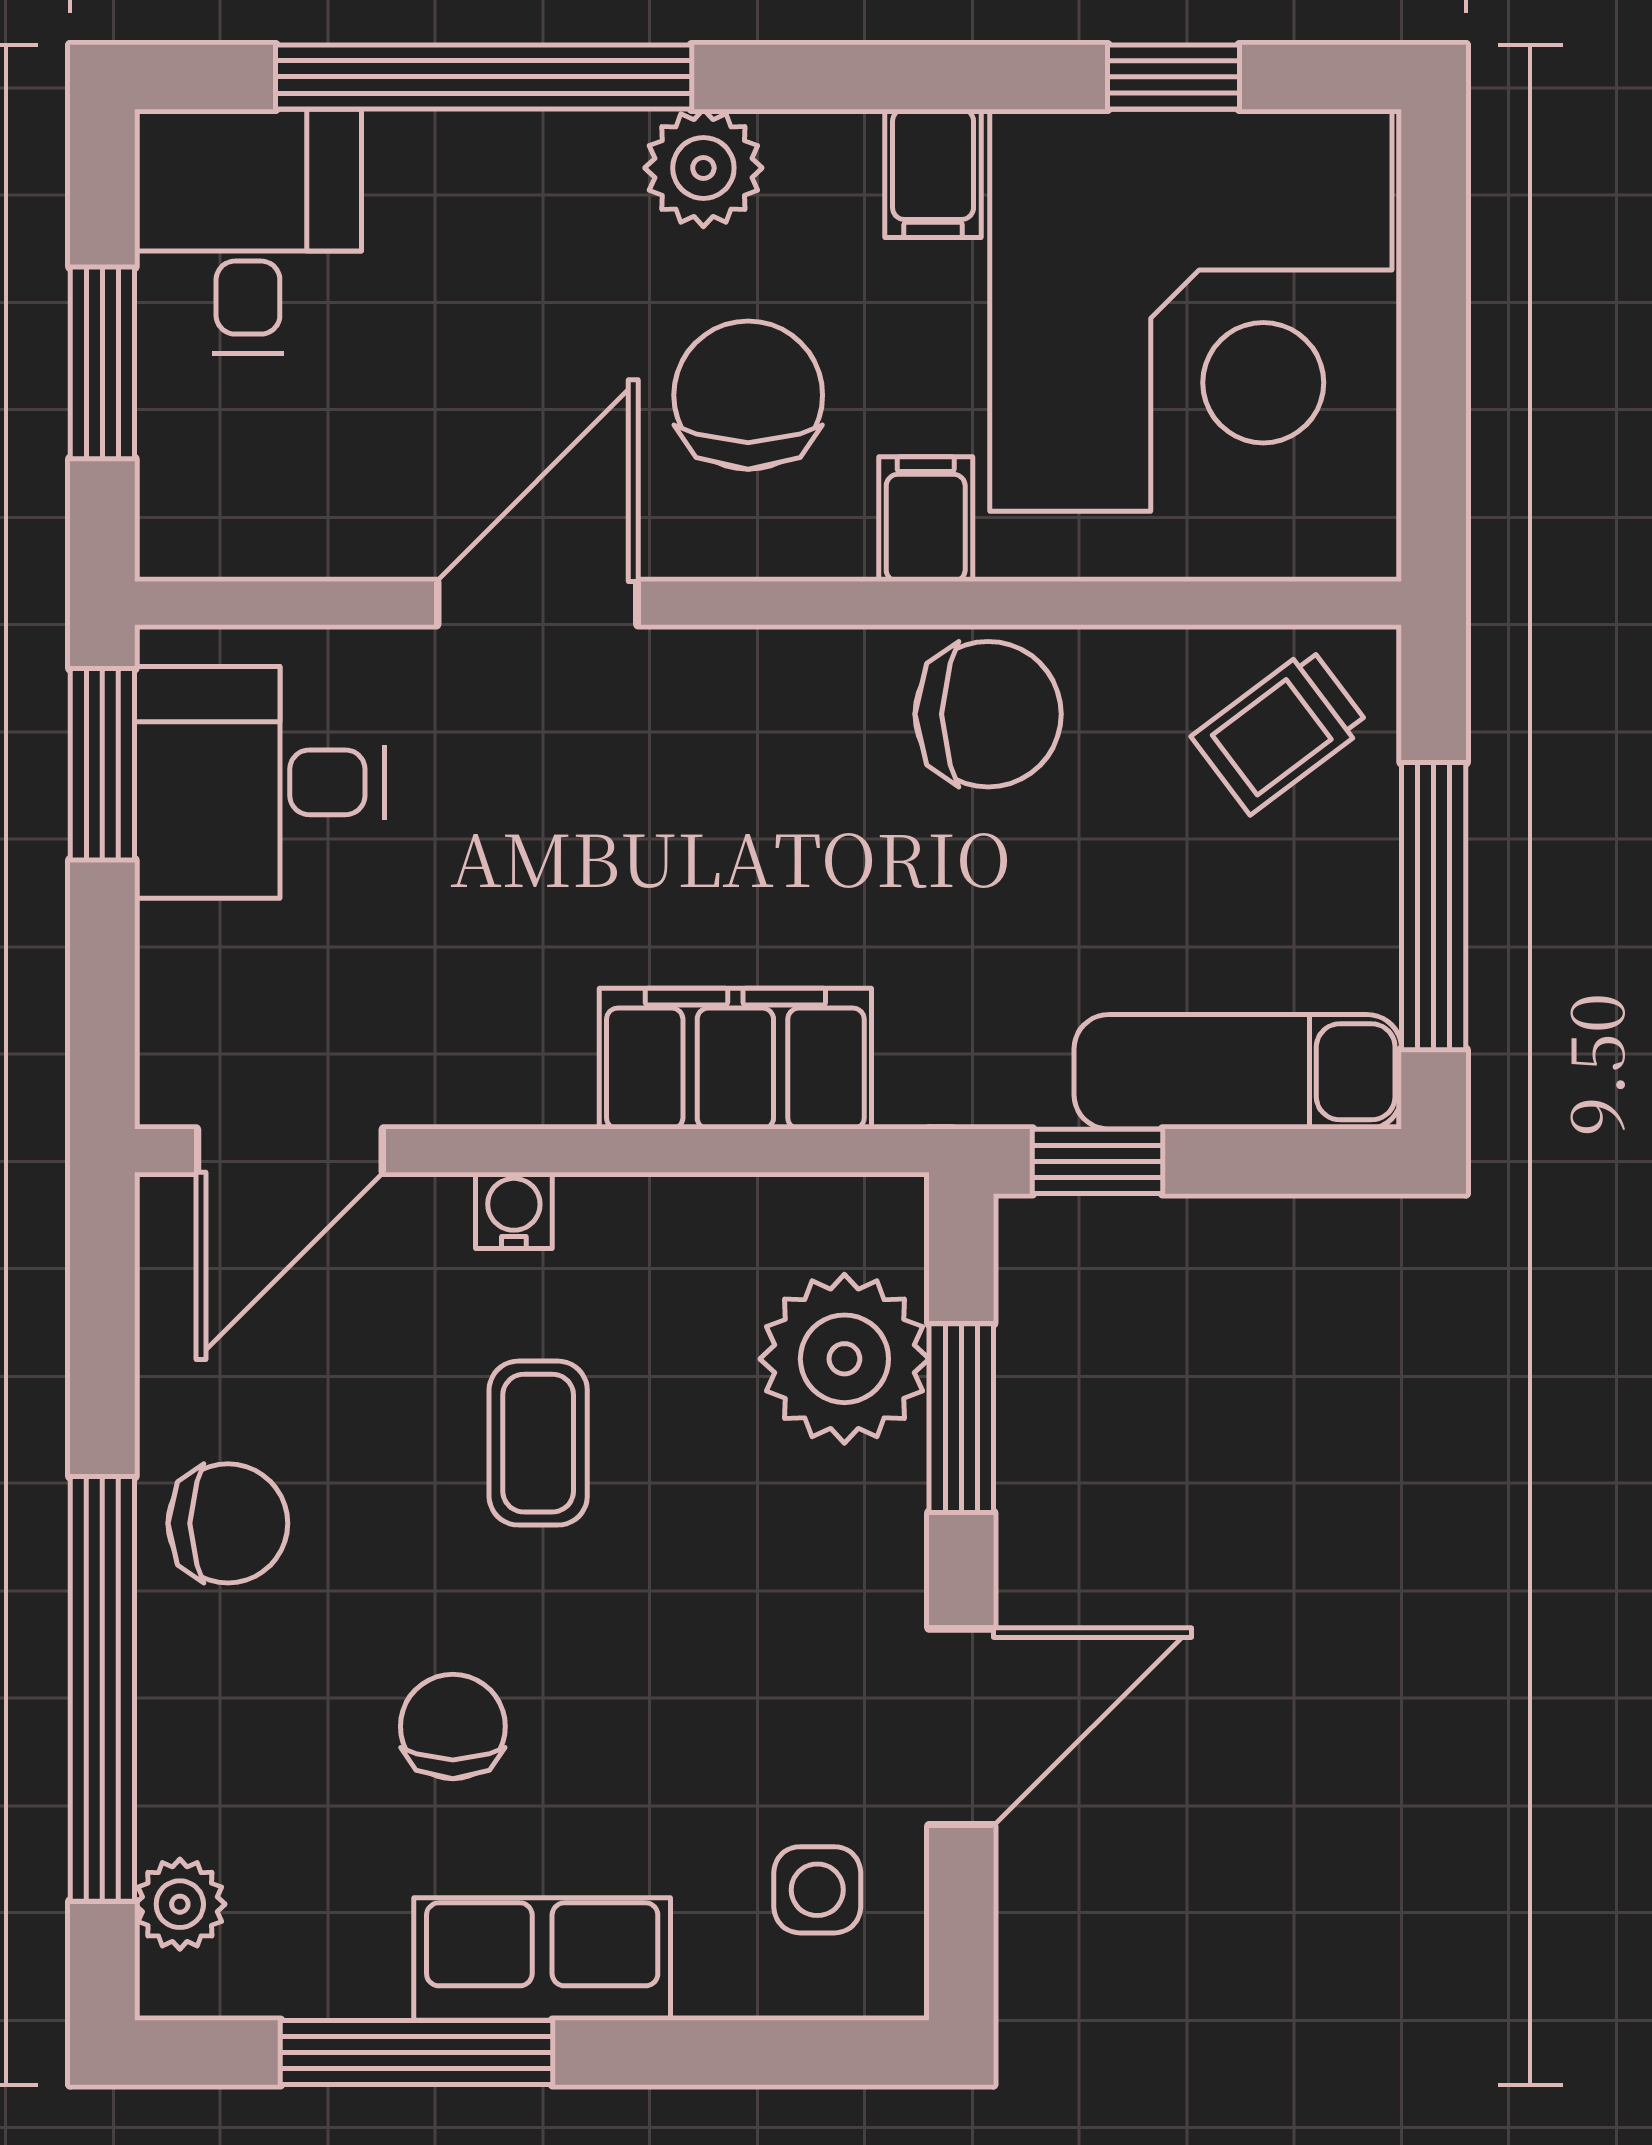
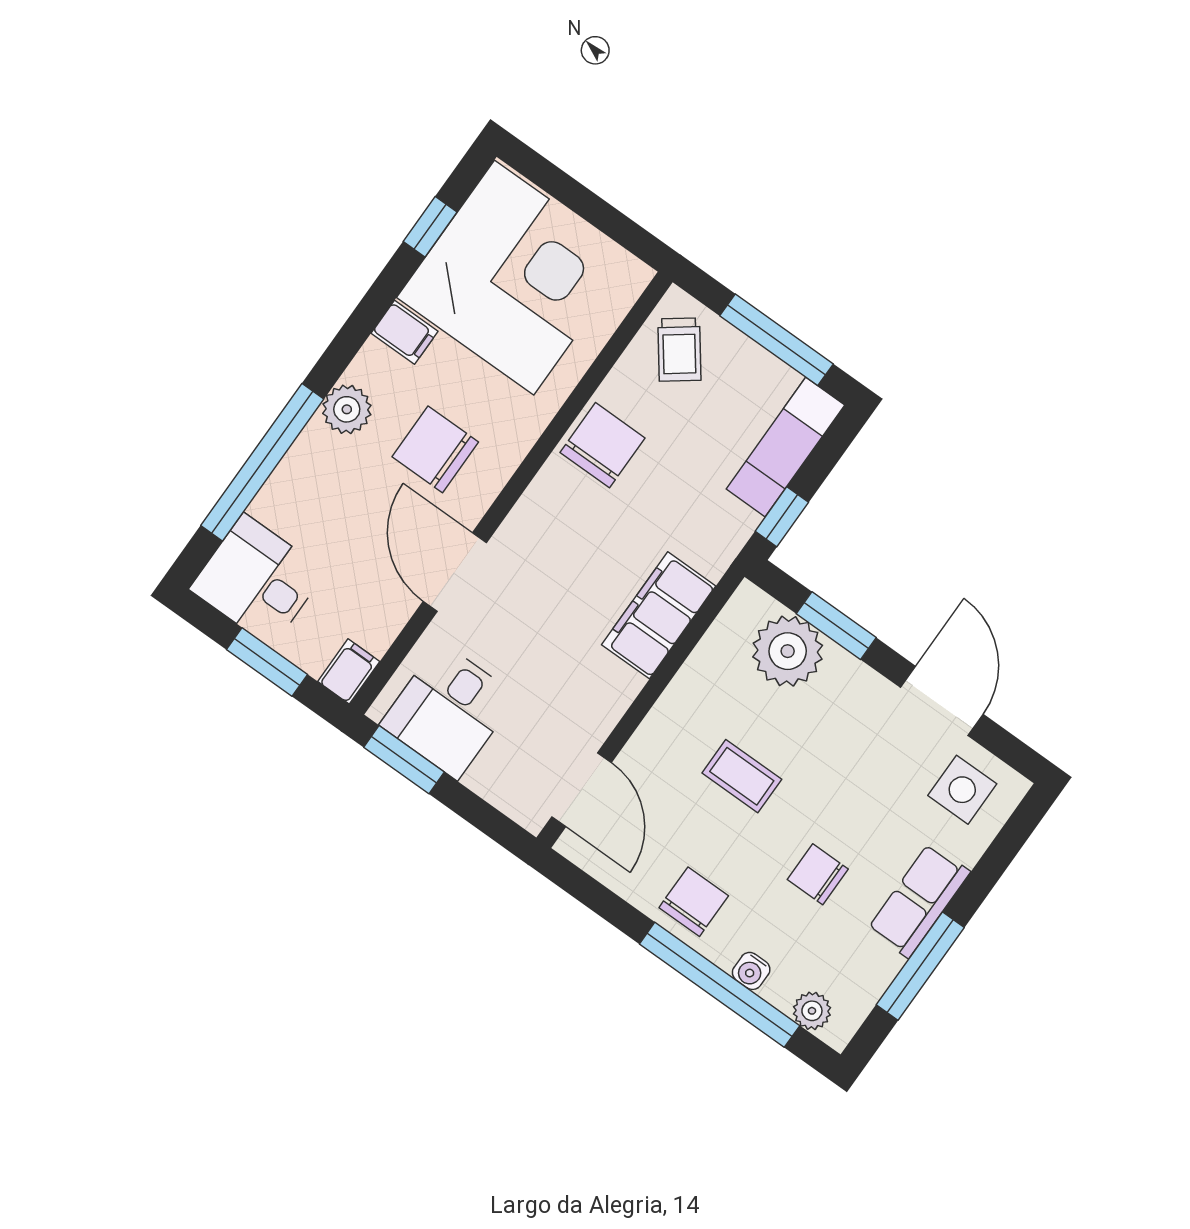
filing cabinet: (926, 519) -> (349, 671), moved, turned 90
water cooler: (514, 1210) -> (751, 971), moved, turned -90
side table: (817, 1890) -> (962, 790), width x1.37, depth x1.37

